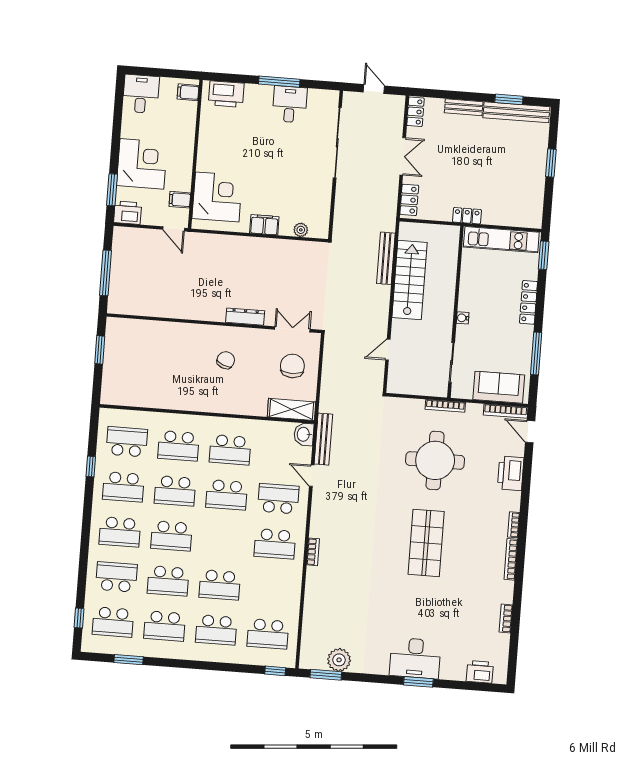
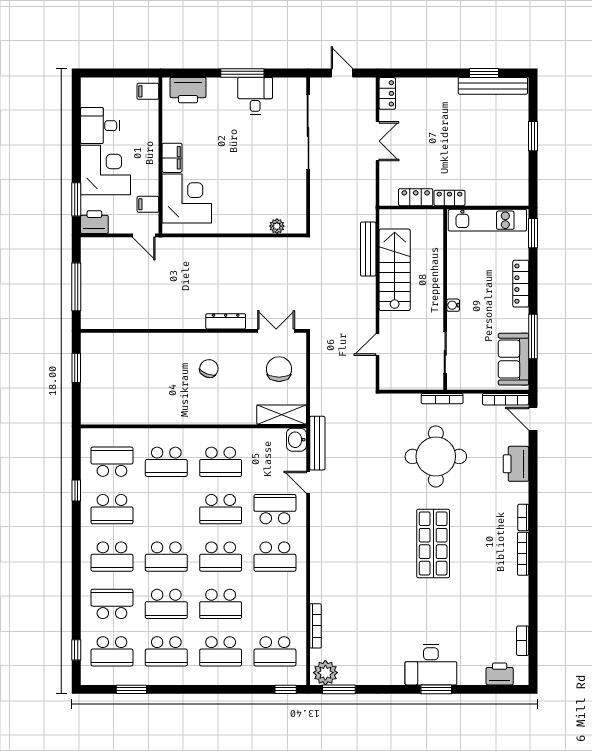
desk: (141, 94) -> (100, 126), moved, turned -90
bench: (464, 107) -> (437, 85), removed
locker: (409, 200) -> (416, 197), moved, turned -90
filing cabinet: (264, 225) -> (172, 158), moved, turned 90
sofa: (499, 387) -> (514, 359), moved, turned -90
school desk: (175, 491) -> (221, 557), moved
bookcase: (313, 552) -> (315, 626), moved, width x1.56
bookcase: (506, 619) -> (523, 641), moved
plant: (339, 660) -> (325, 673), moved

